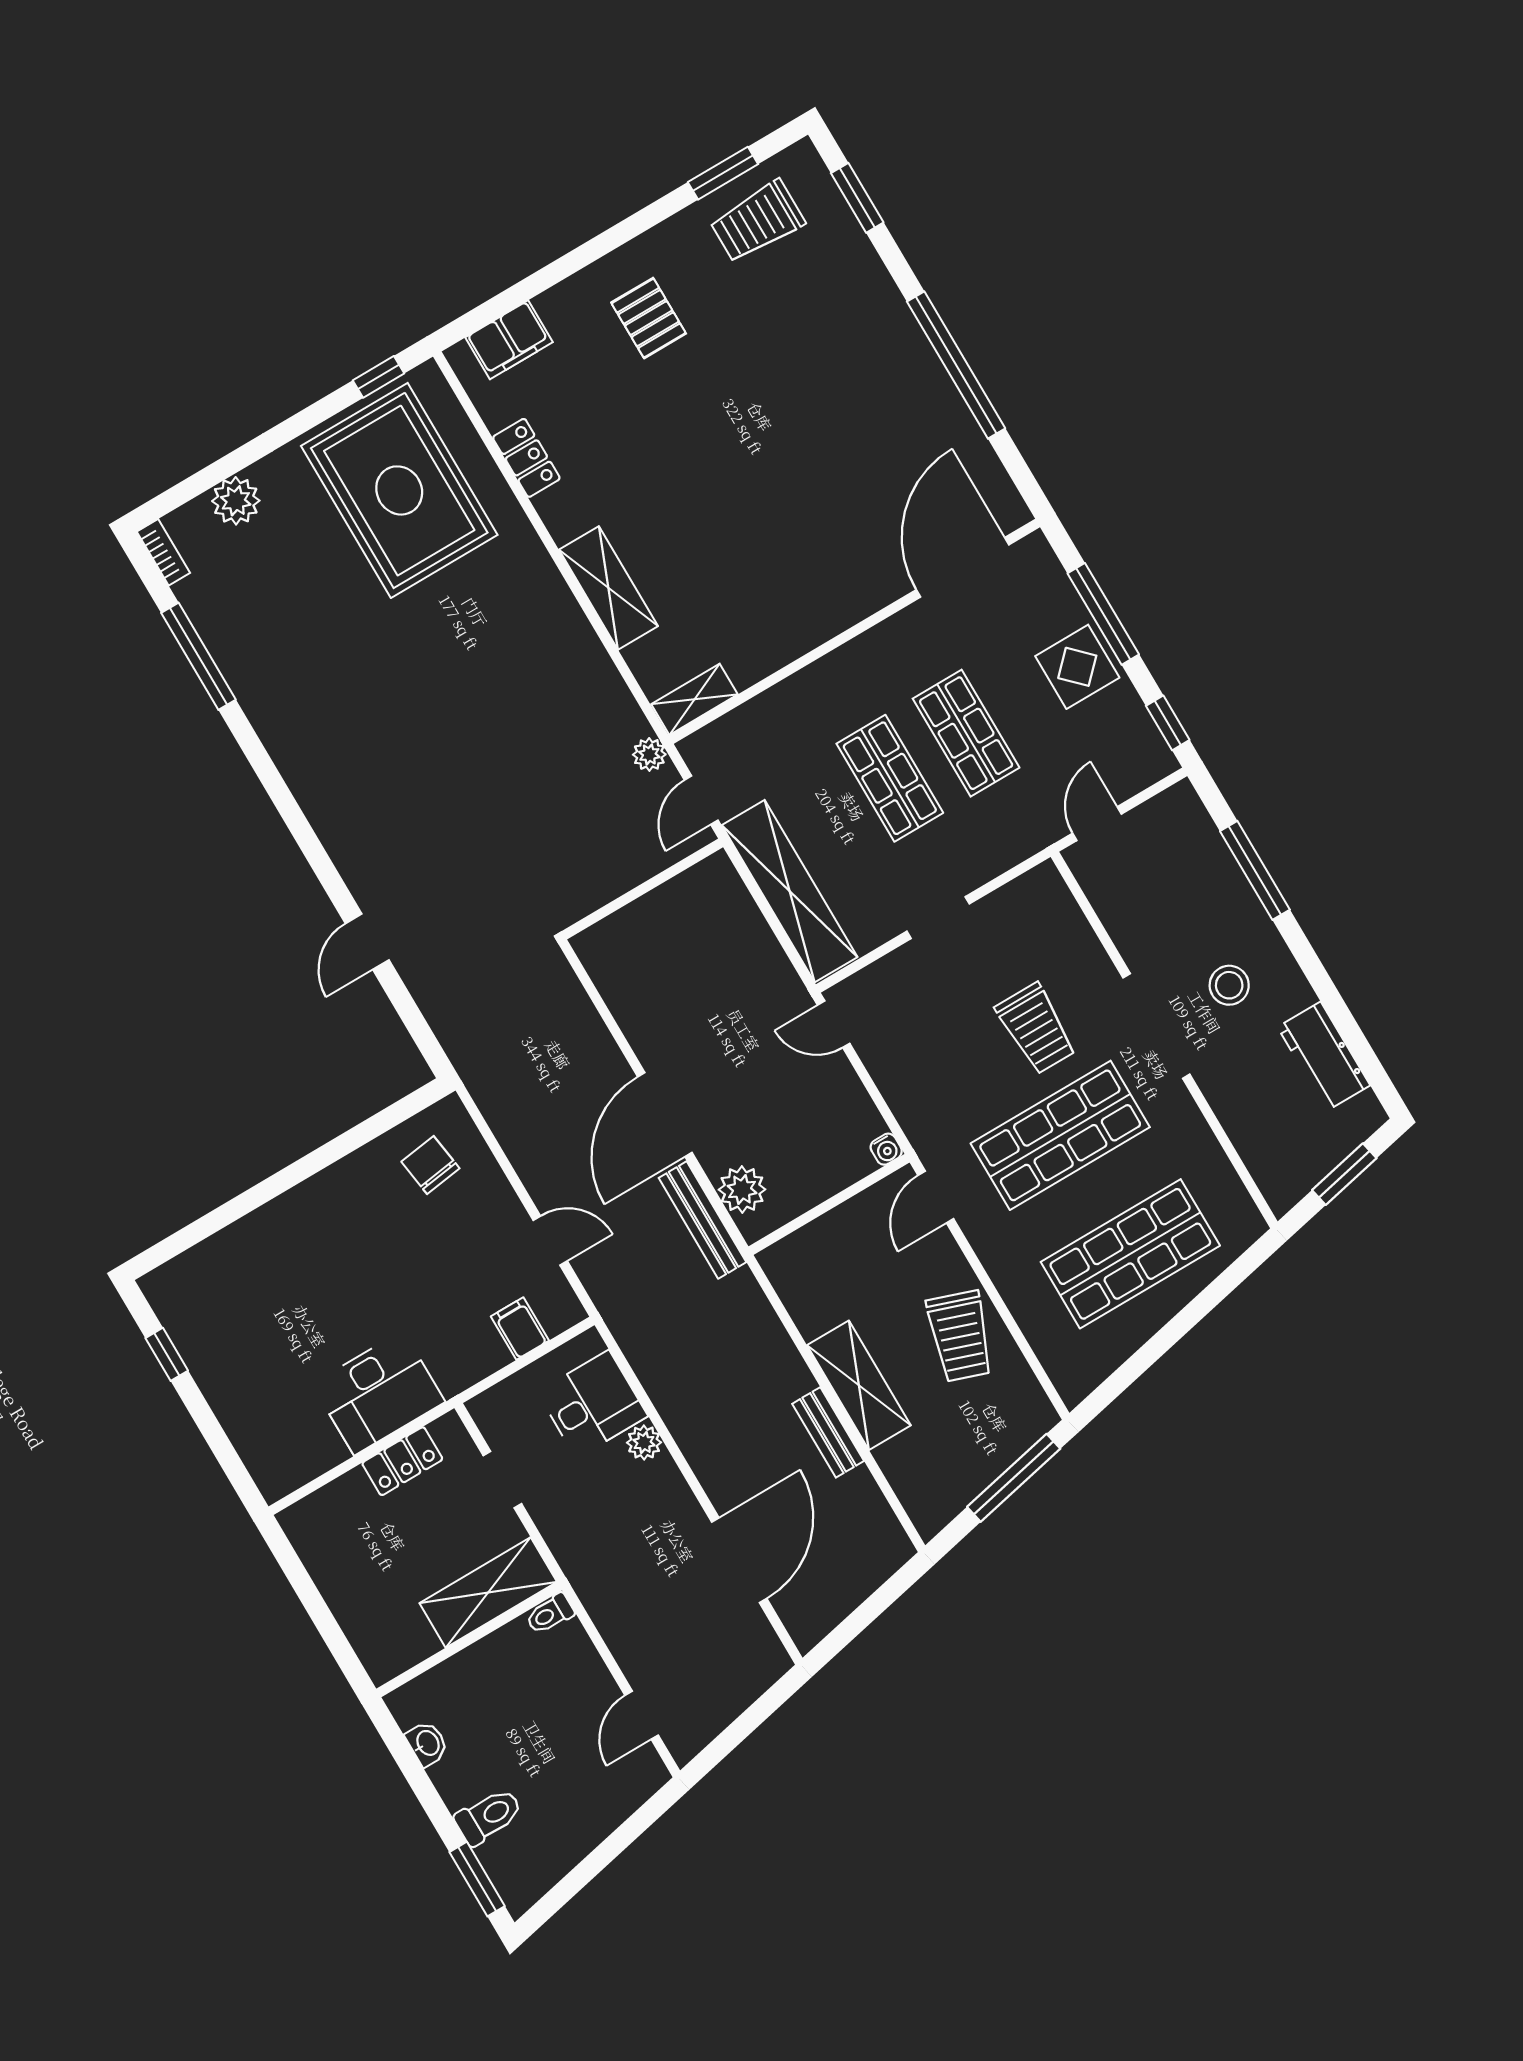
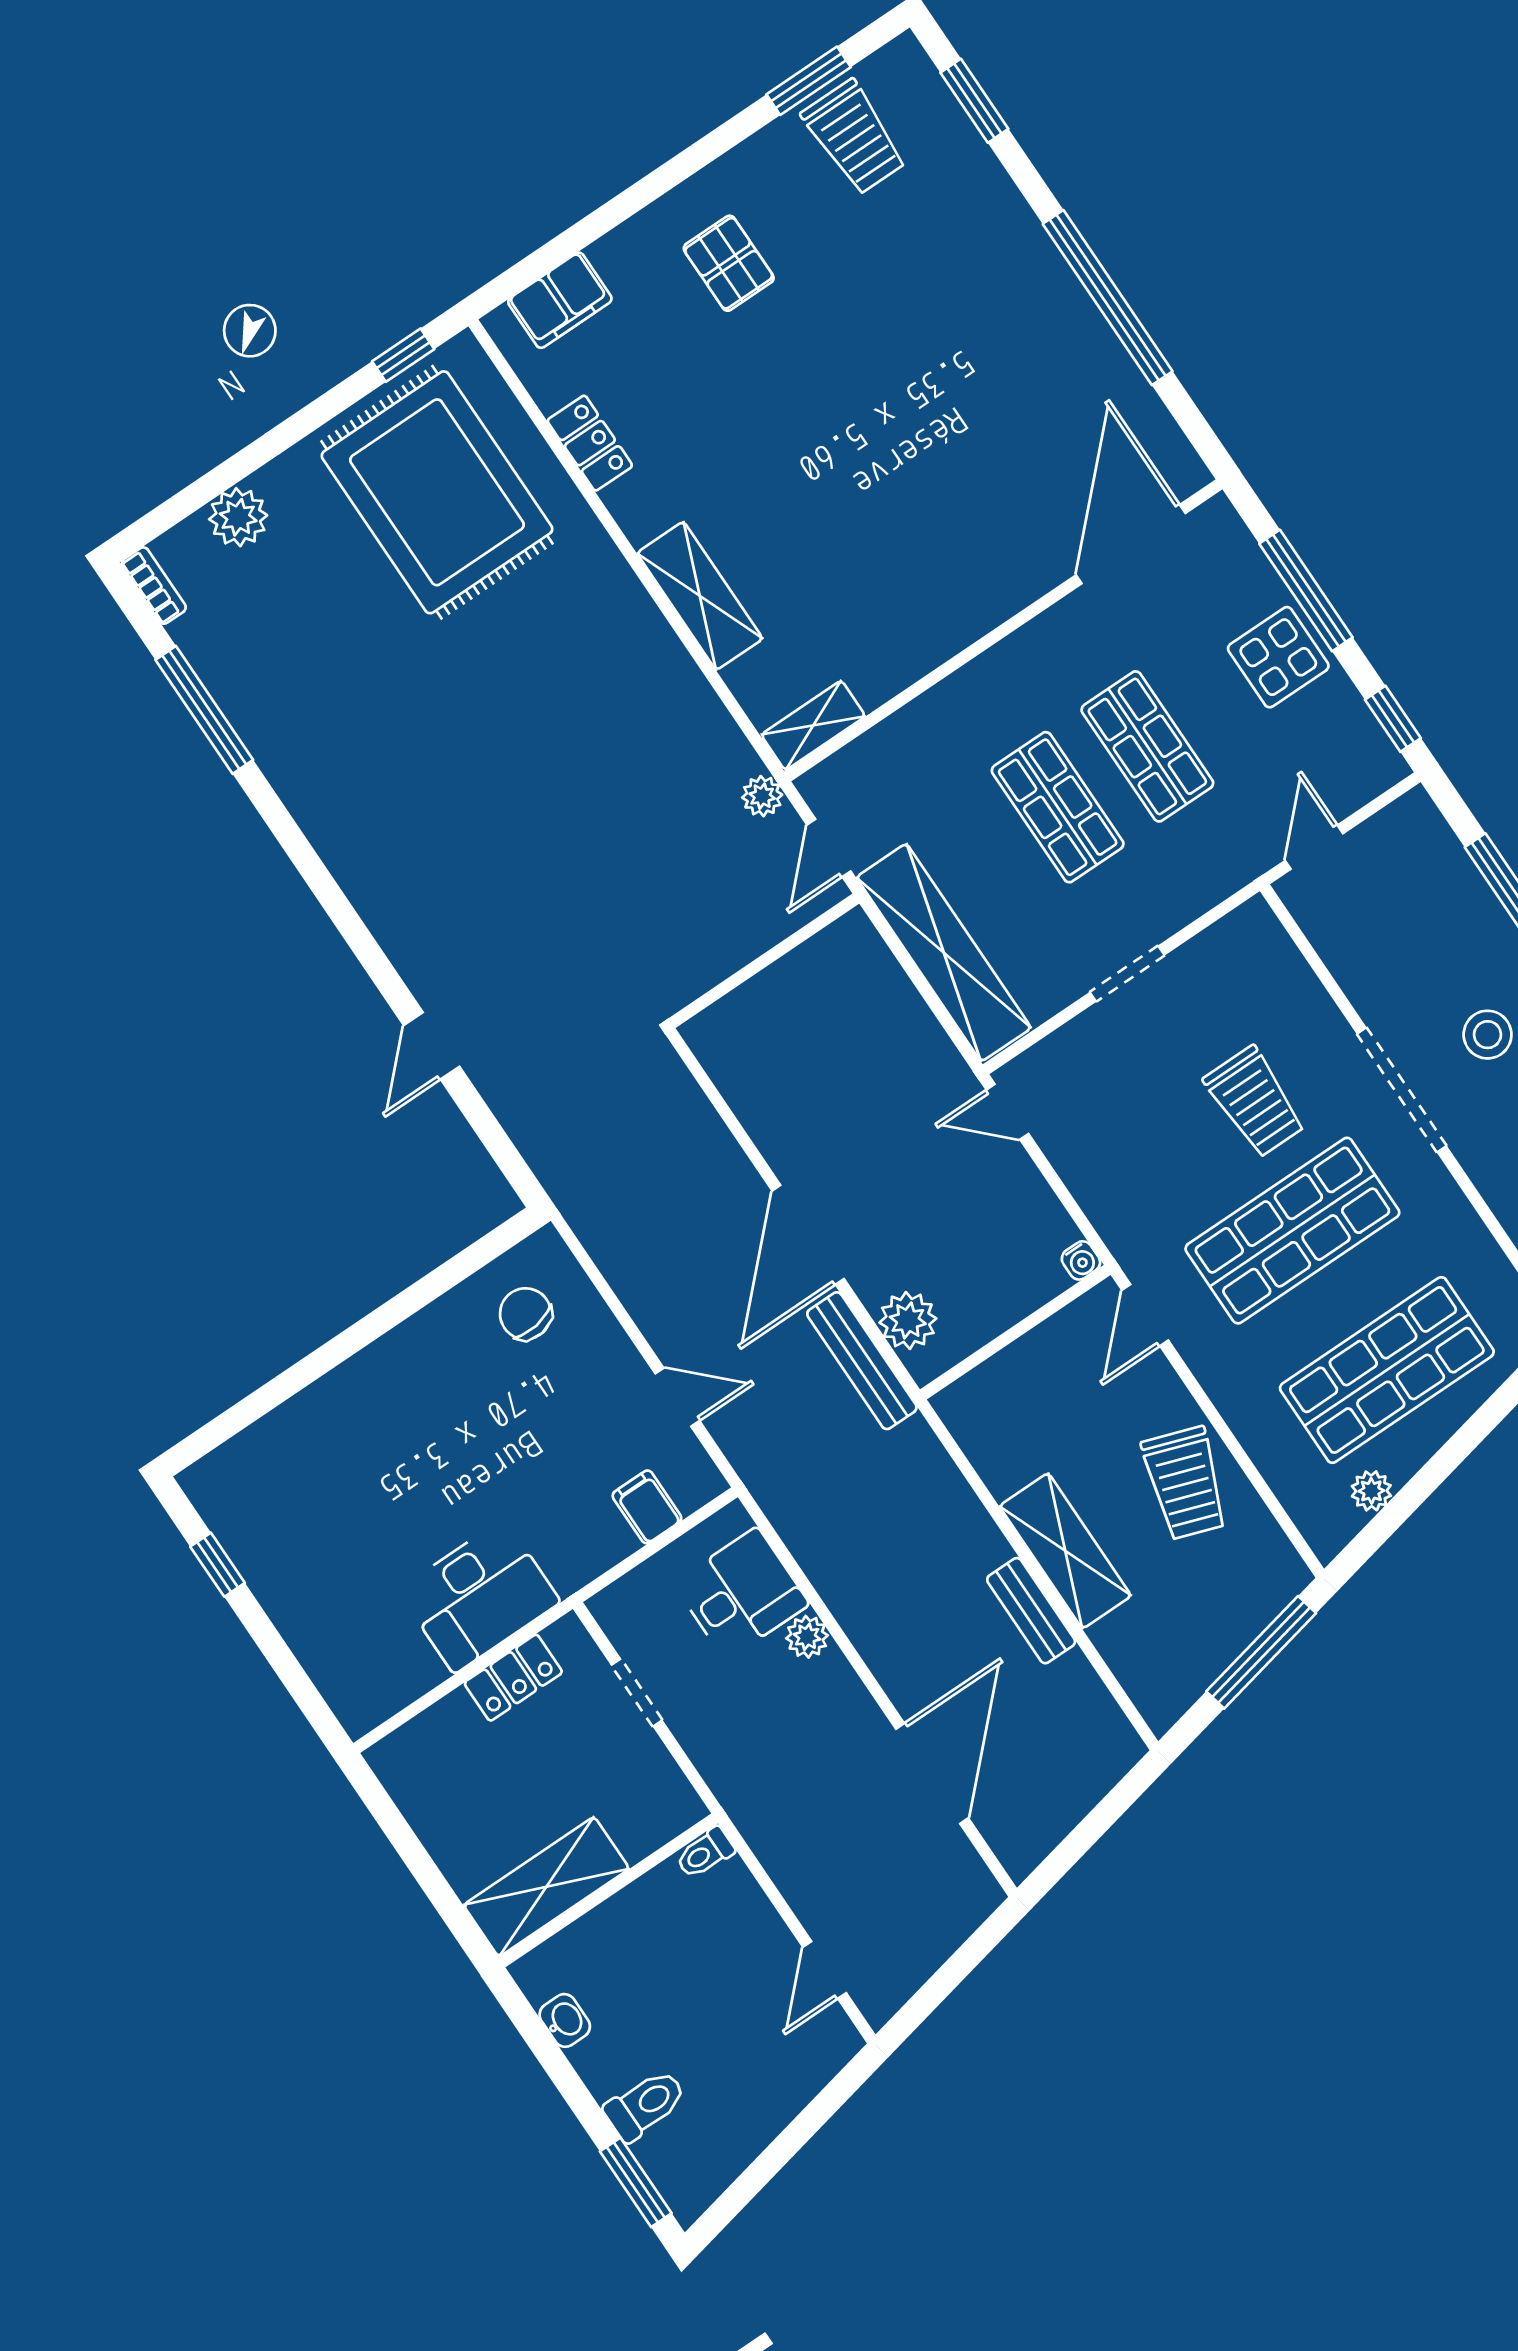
trolley: (757, 222) -> (854, 137), turned -90
plant: (1112, 1352) -> (1371, 1491), added
shelving: (488, 1592) -> (546, 1887), moved

